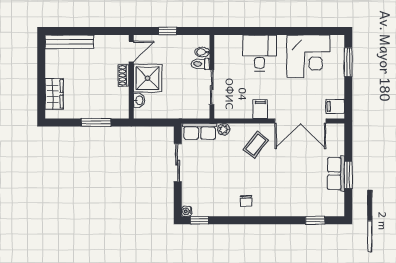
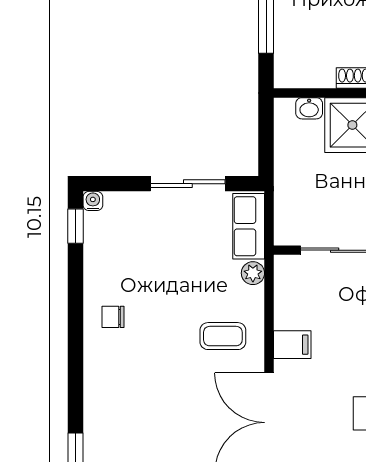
coffee table: (256, 145) -> (223, 336), turned -39

